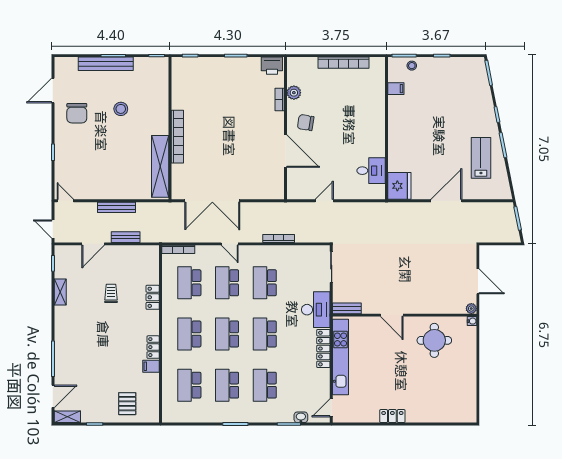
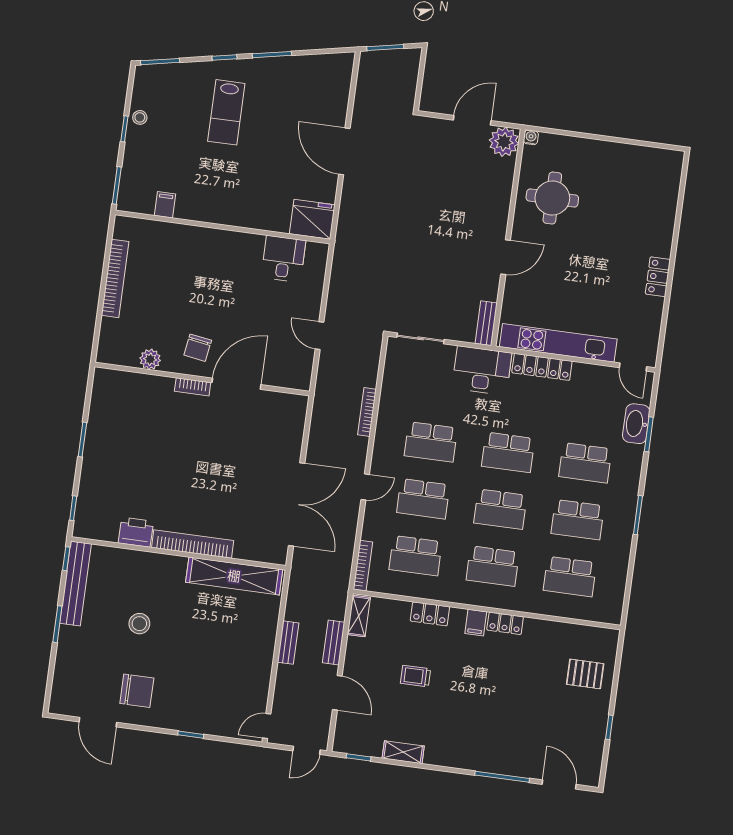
bench: (106, 64) -> (75, 583), moved
printer: (272, 66) -> (136, 532), moved, turned -90
stool: (412, 66) -> (140, 117), moved
bookcase: (280, 99) -> (193, 387), moved
lab bench: (481, 158) -> (226, 112), moved, turned -90
bench: (116, 207) -> (288, 643), width x0.73
plant: (471, 309) -> (504, 142), width x1.88, depth x1.88
filing cabinet: (151, 366) -> (476, 623), moved
shelving: (67, 417) -> (359, 616), moved
washbasin: (301, 417) -> (636, 424), width x1.91, depth x1.45

